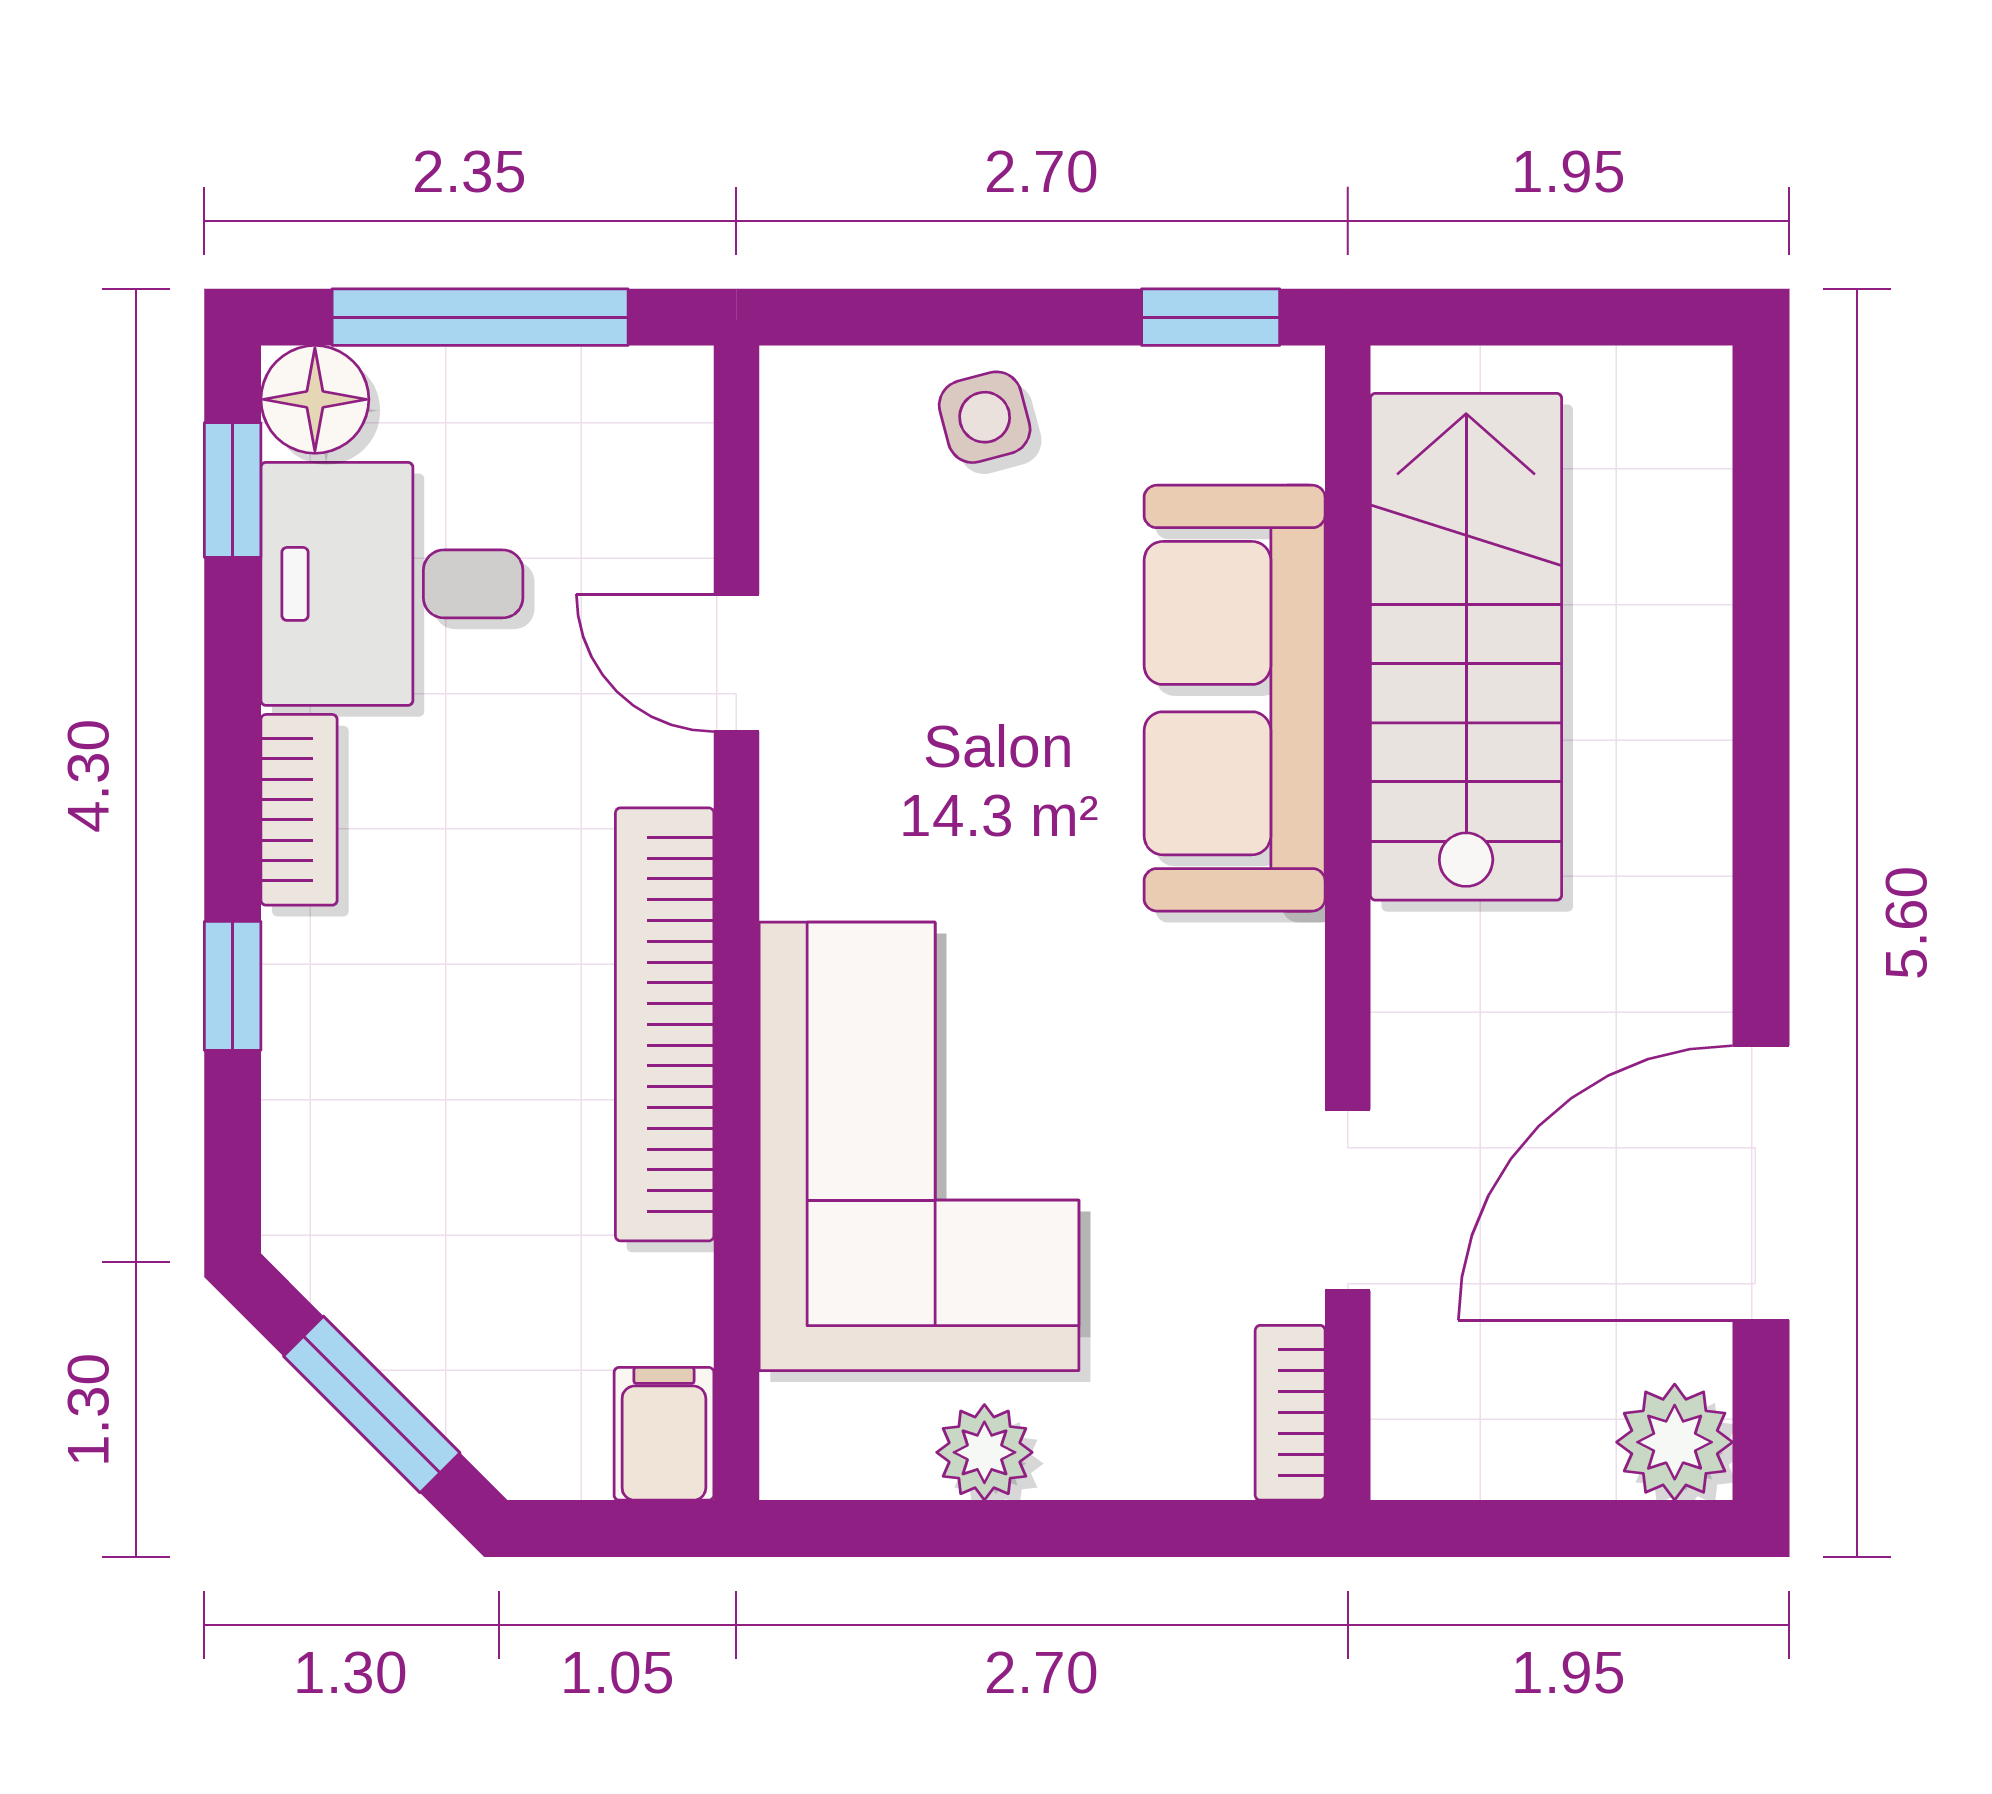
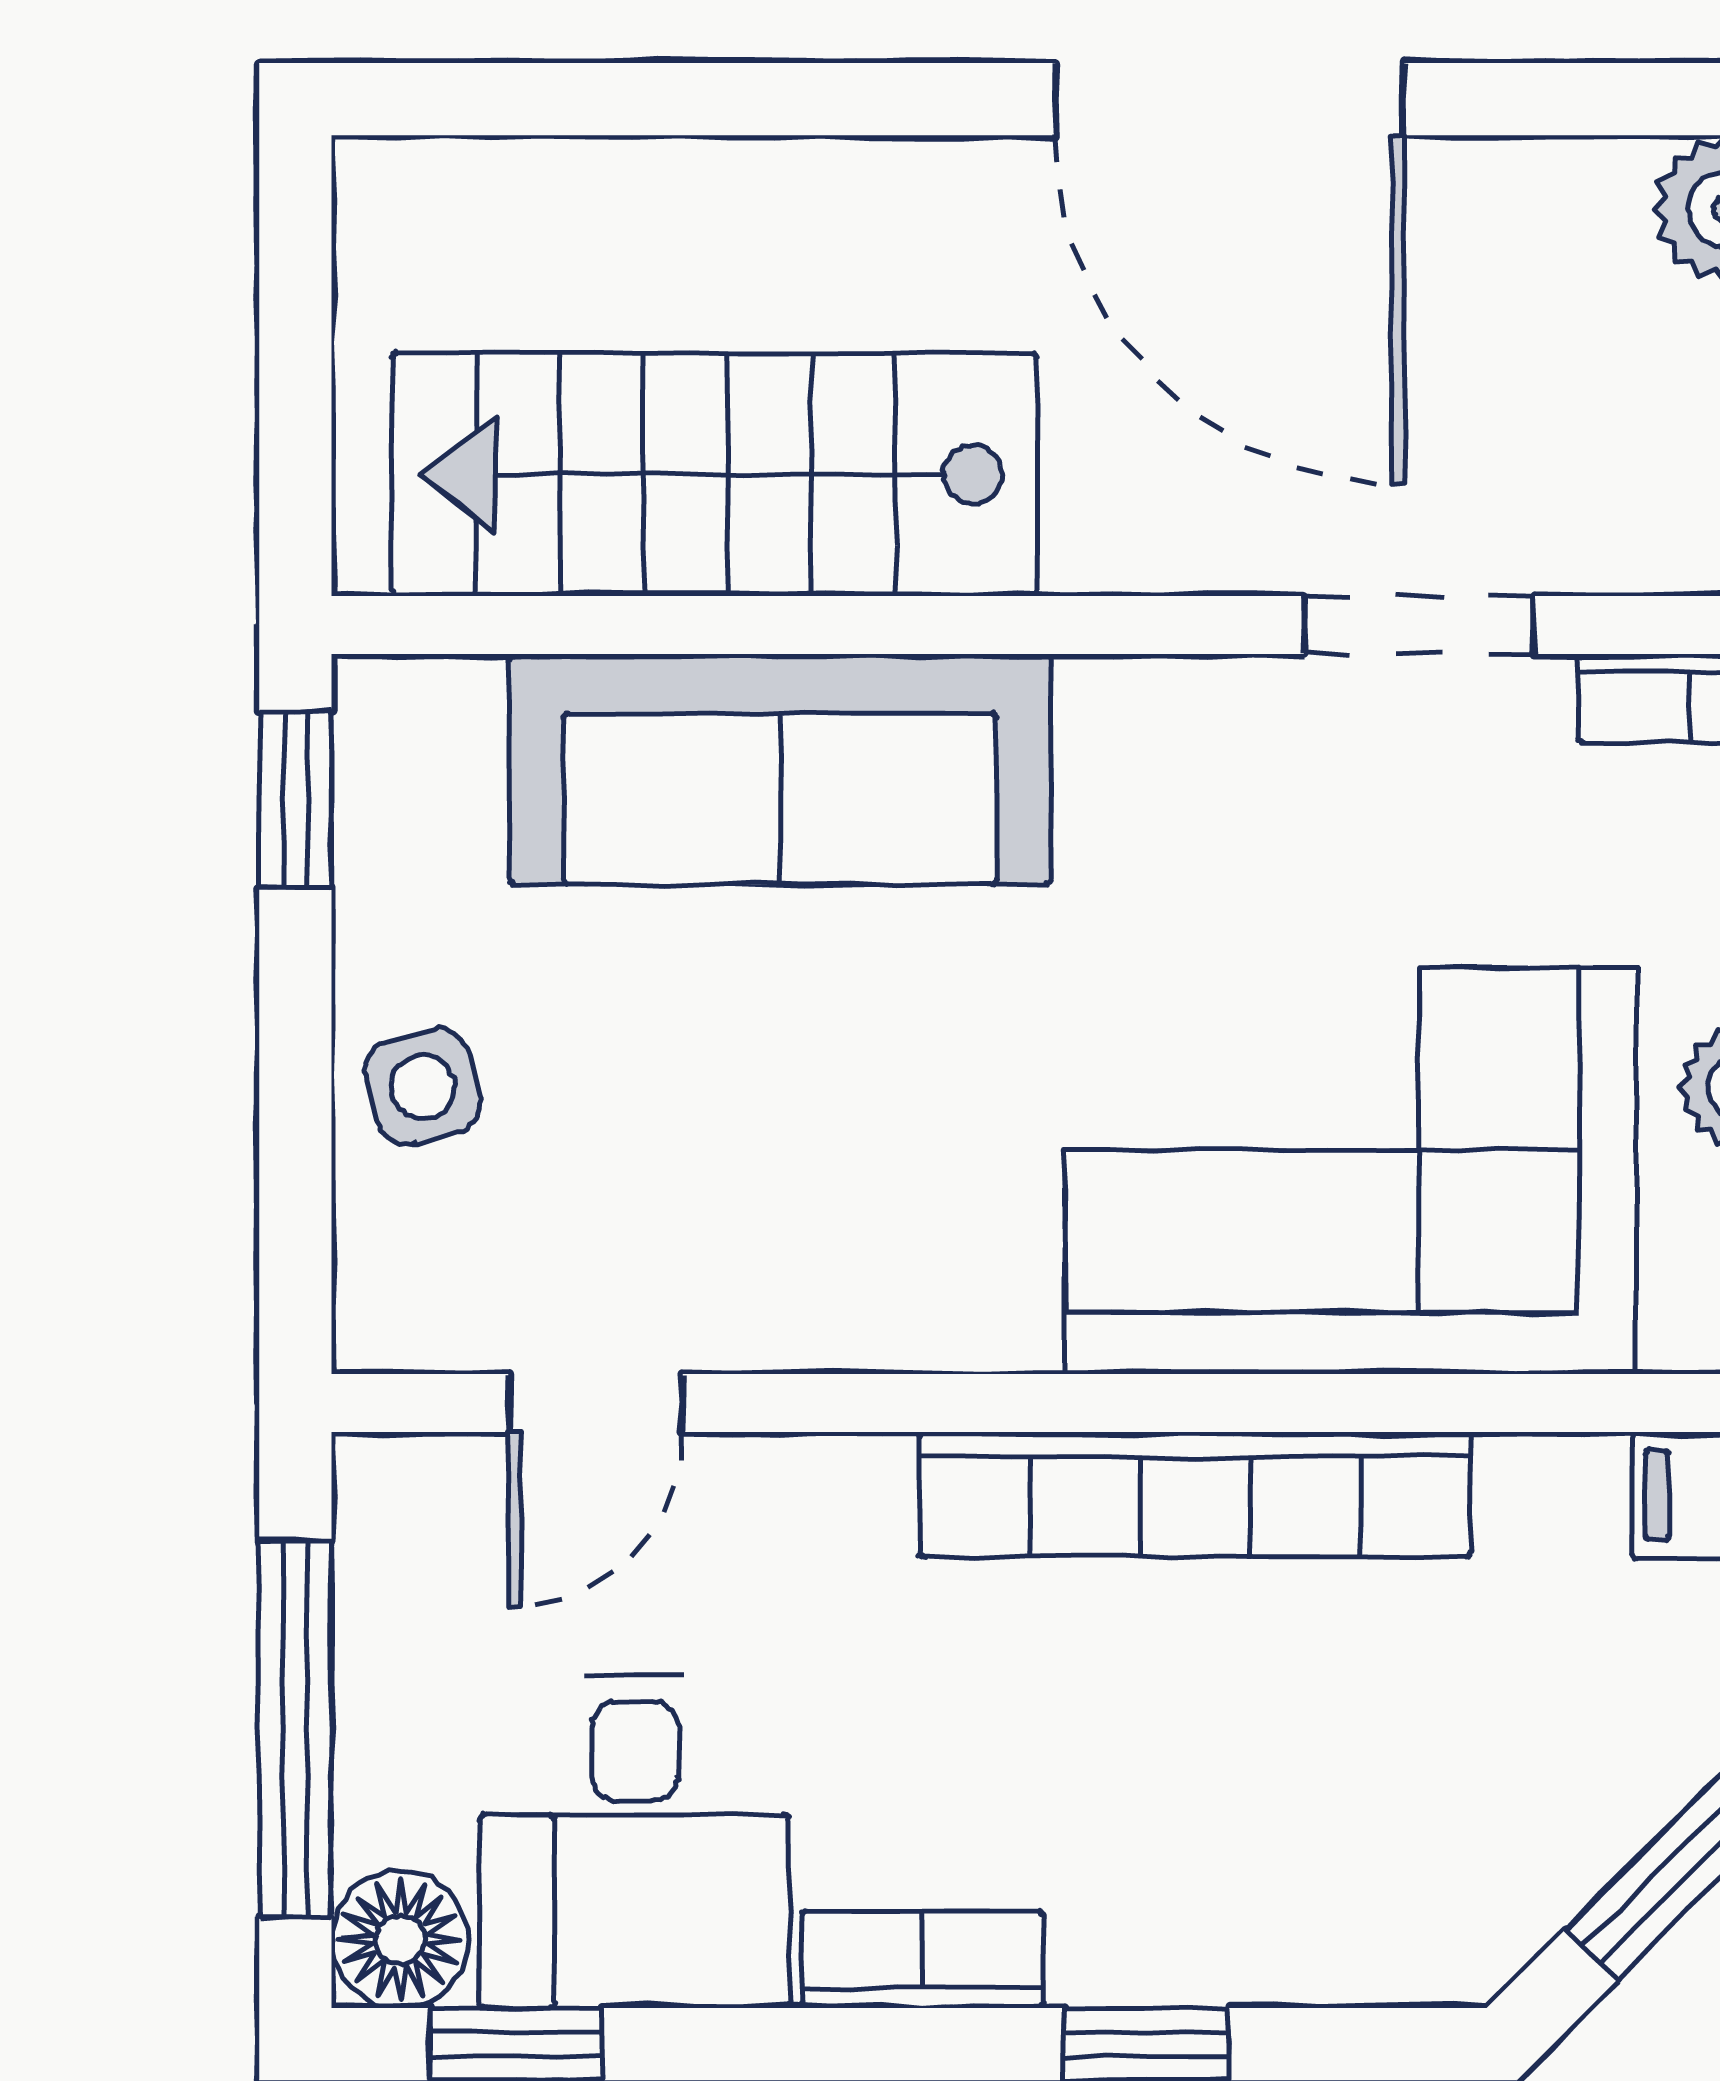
door: (736, 663) -> (595, 1403), moved
door: (1761, 1183) -> (1230, 99), moved

